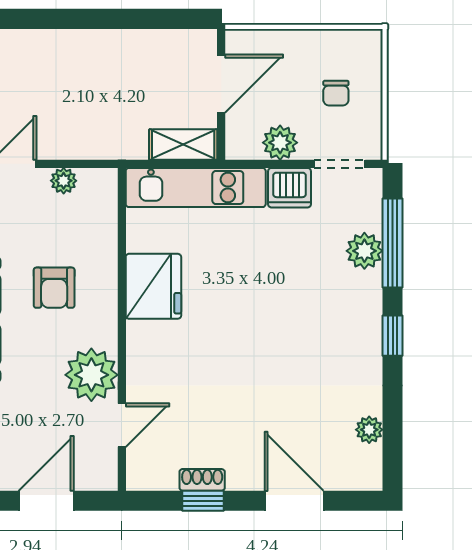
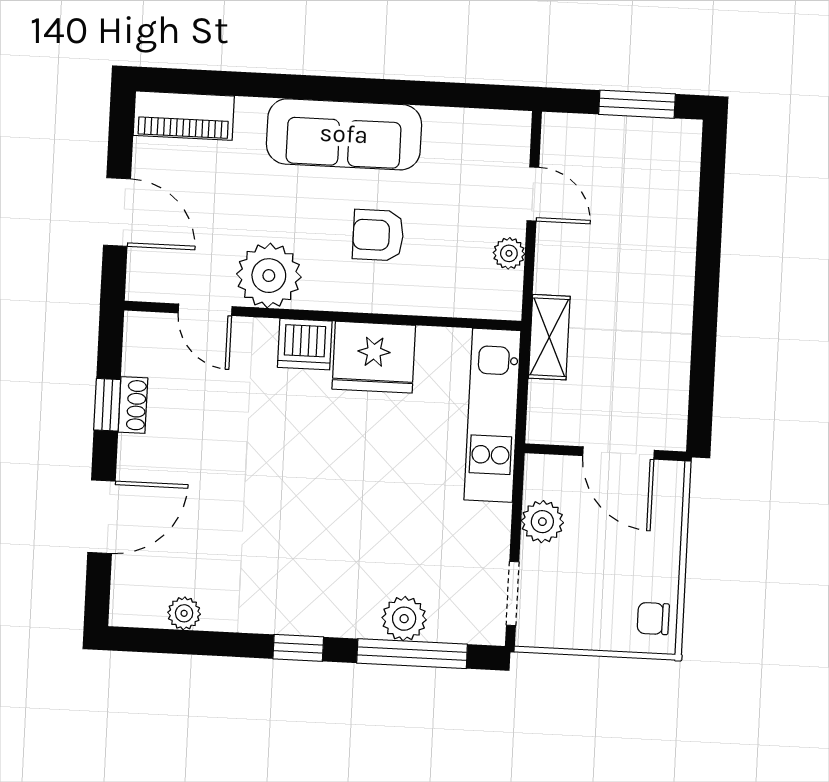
chair: (336, 93) -> (653, 619), moved
shelving: (183, 145) -> (549, 337), moved
dishwasher: (290, 188) -> (305, 344), moved, turned -90

